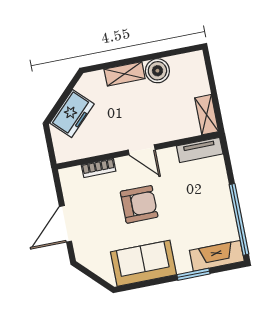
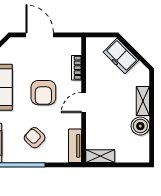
armchair: (199, 204) -> (35, 138), added

